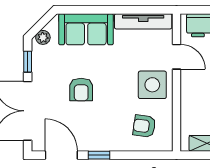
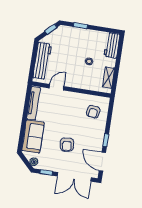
side table: (152, 85) -> (70, 104), removed
armchair: (81, 90) -> (67, 144), turned 83
door: (61, 155) -> (102, 162), hinge flipped

